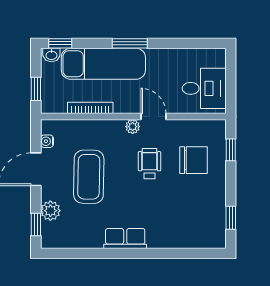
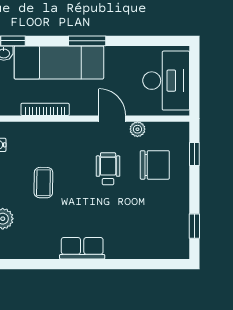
desk: (204, 88) -> (166, 81), width x1.37
plant: (133, 127) -> (137, 129), moved
coffee table: (89, 177) -> (43, 183), width x0.54, depth x0.58

